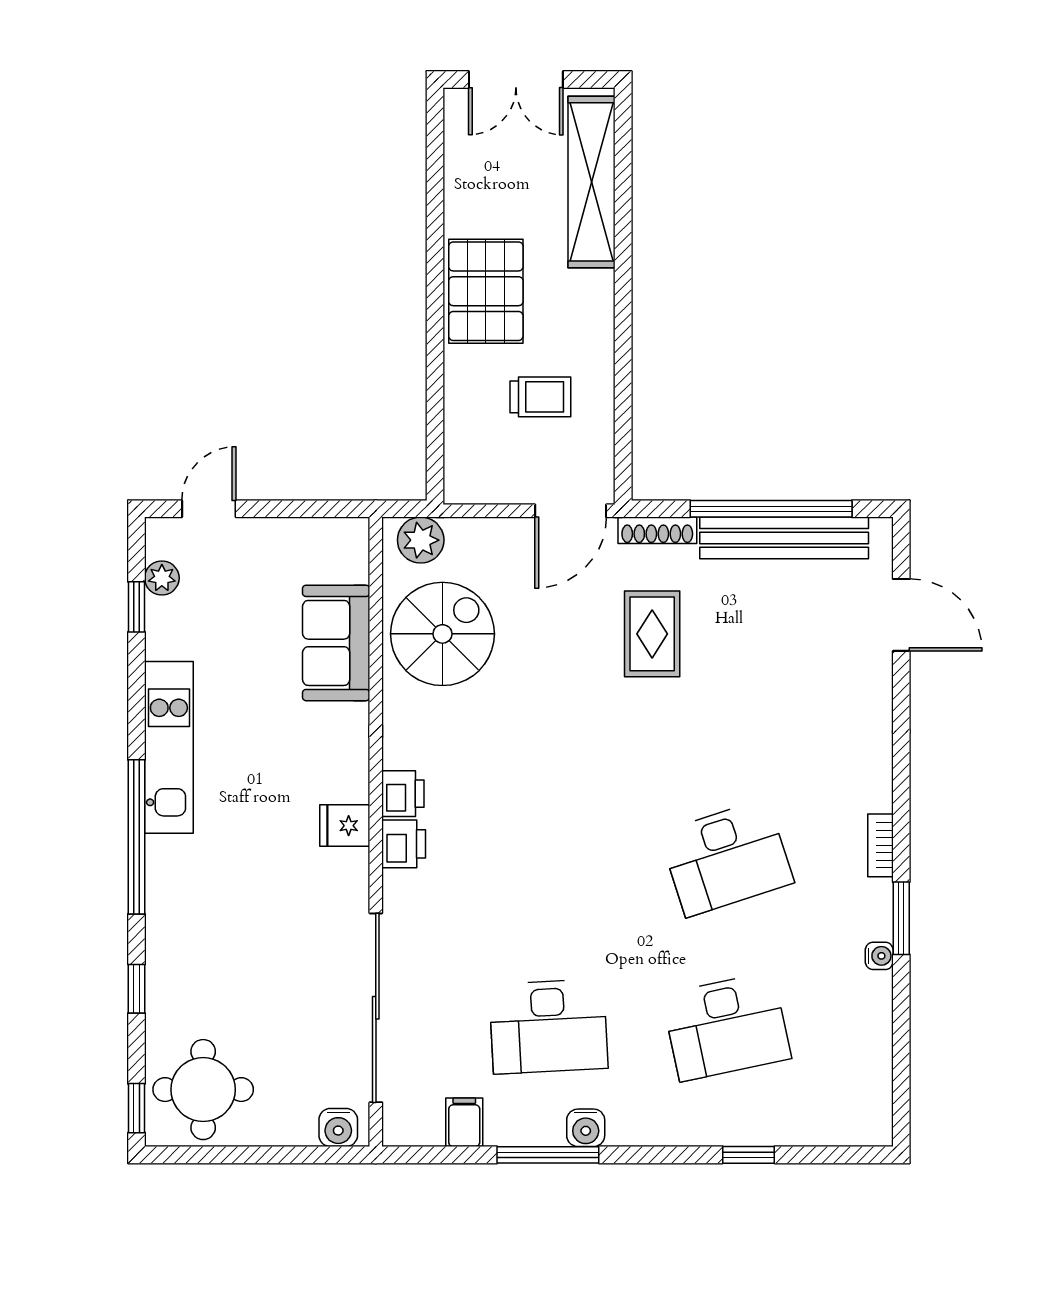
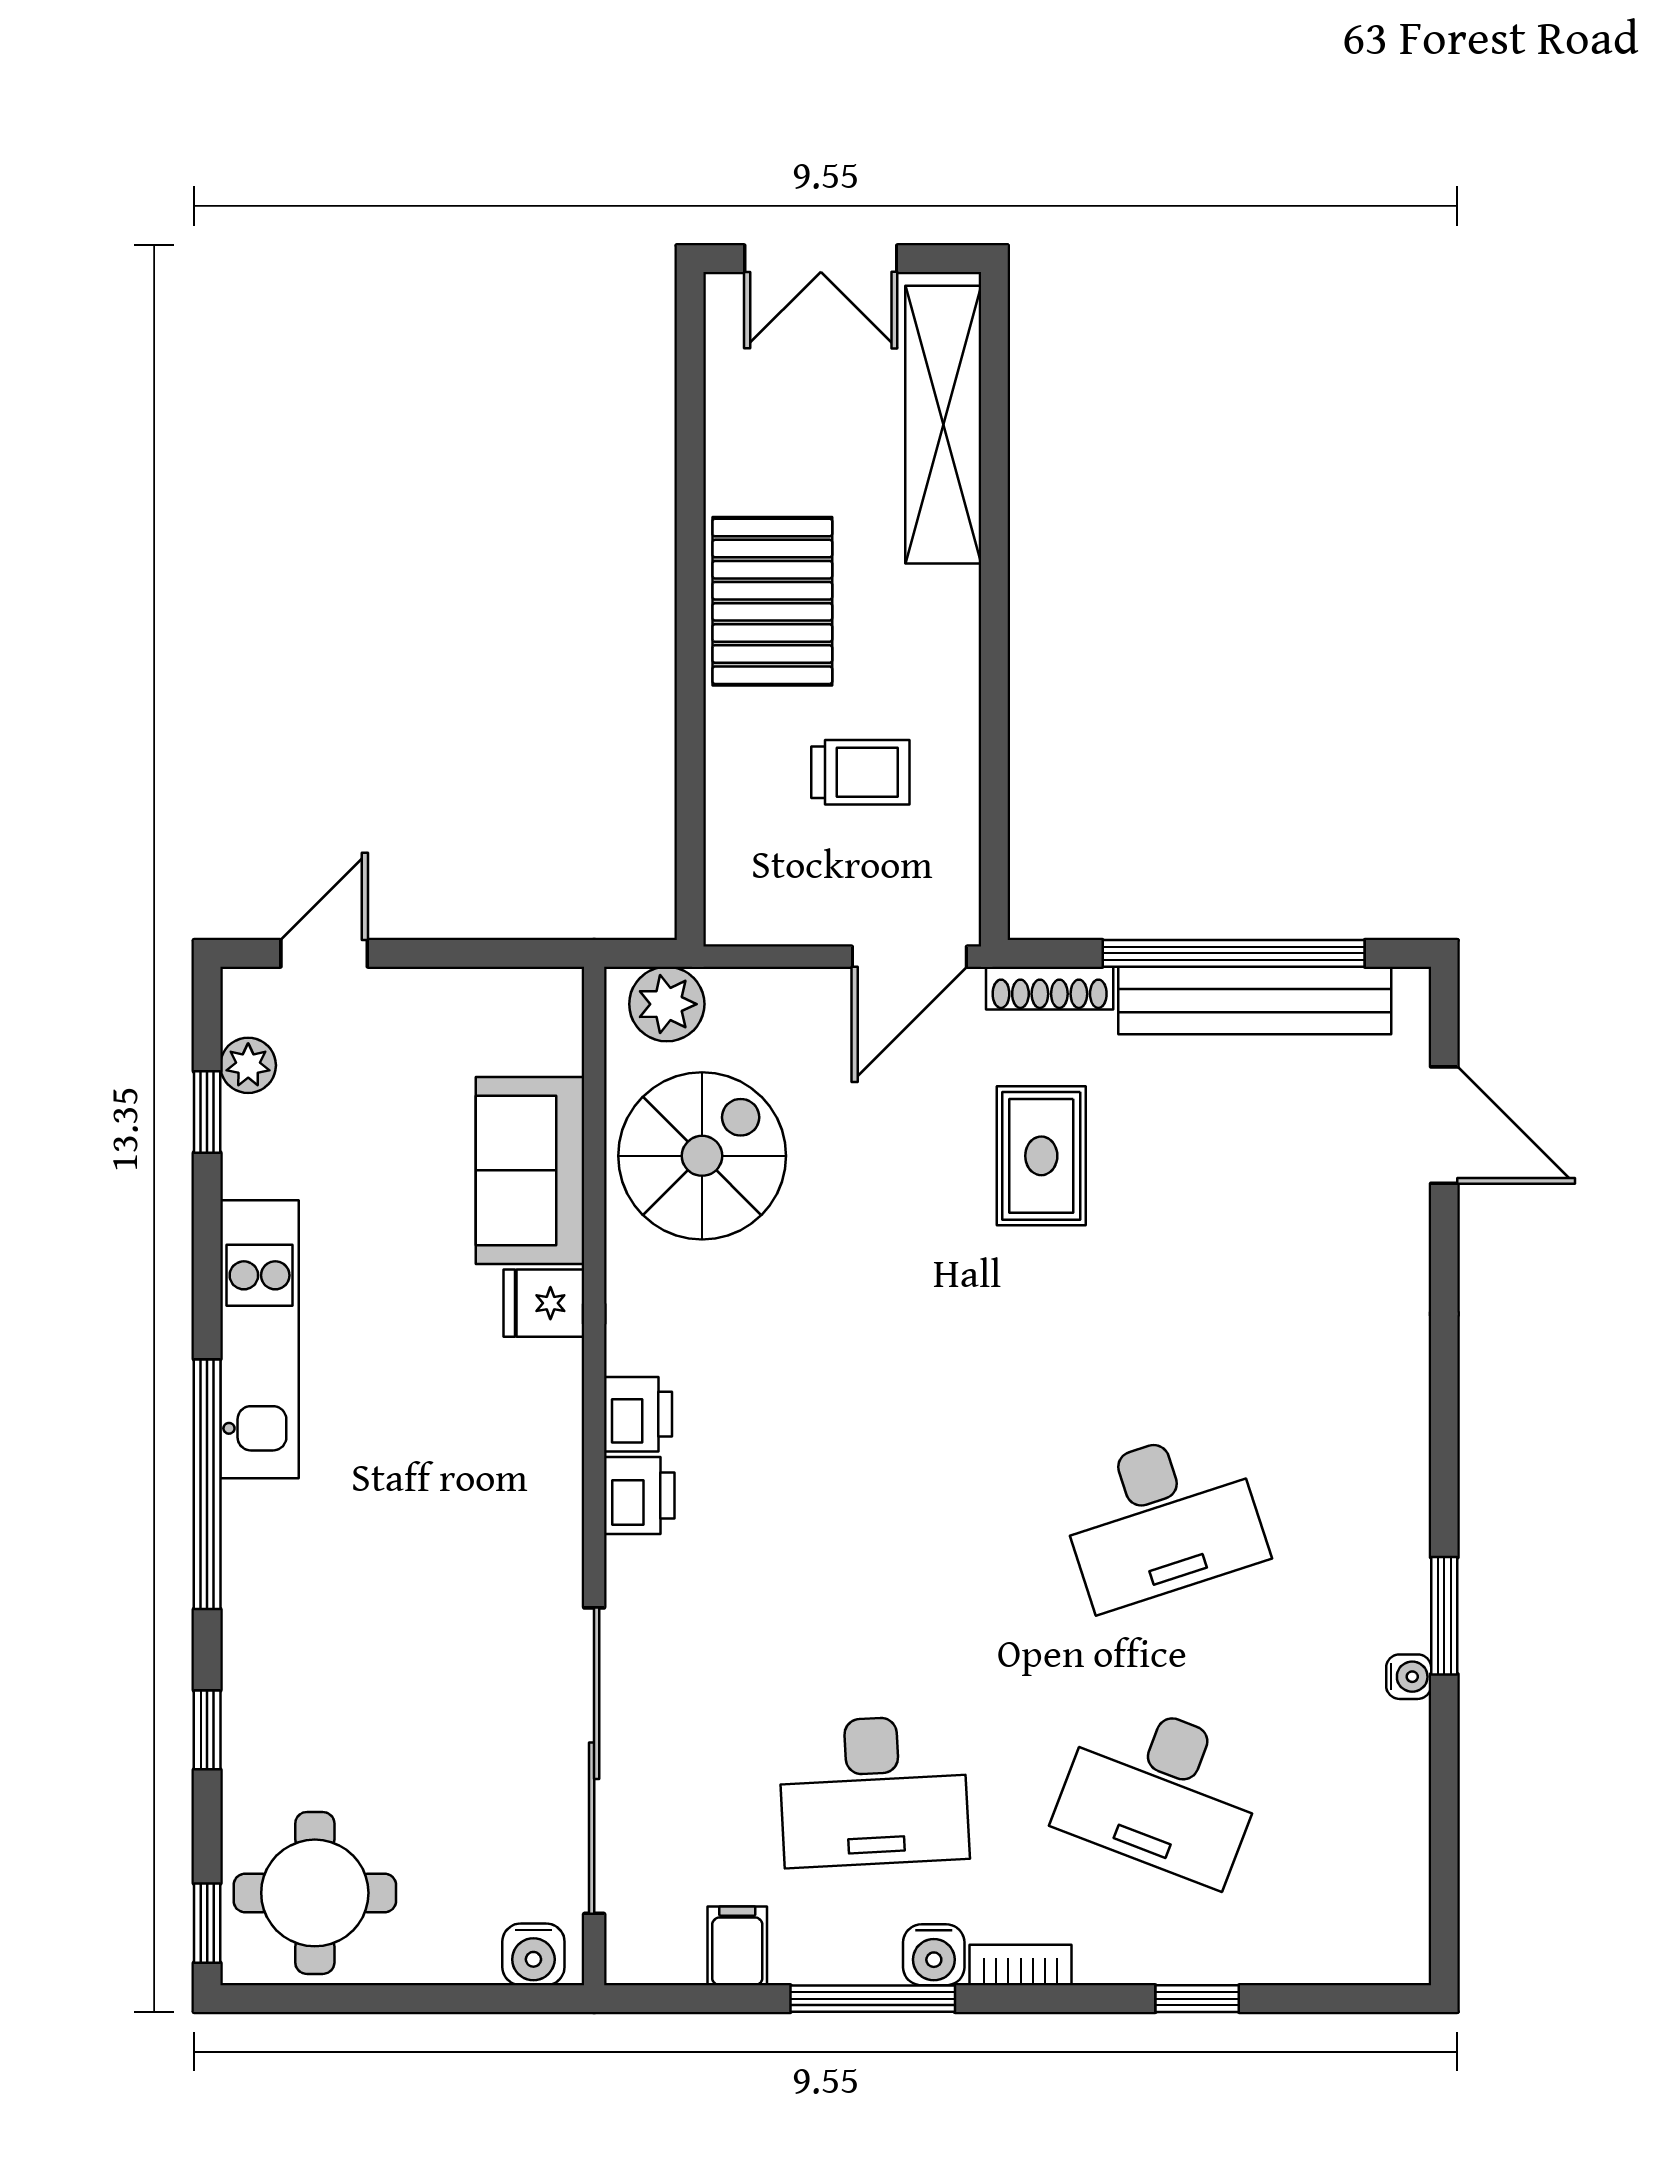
fridge: (345, 826) -> (544, 1303), moved
bookcase: (880, 845) -> (1021, 1965), moved, turned 90
desk: (726, 1027) -> (1161, 1791), turned 33

